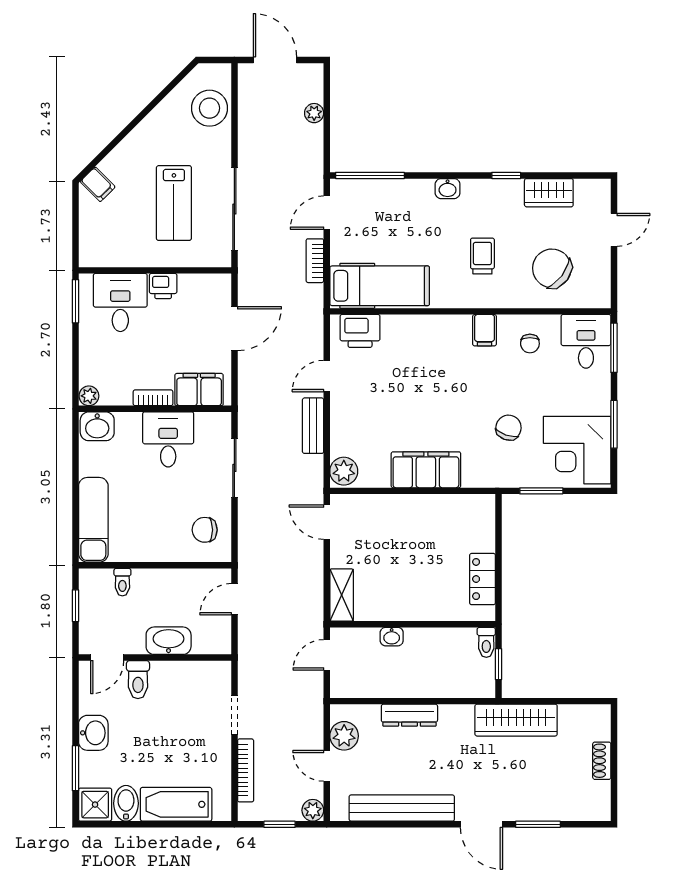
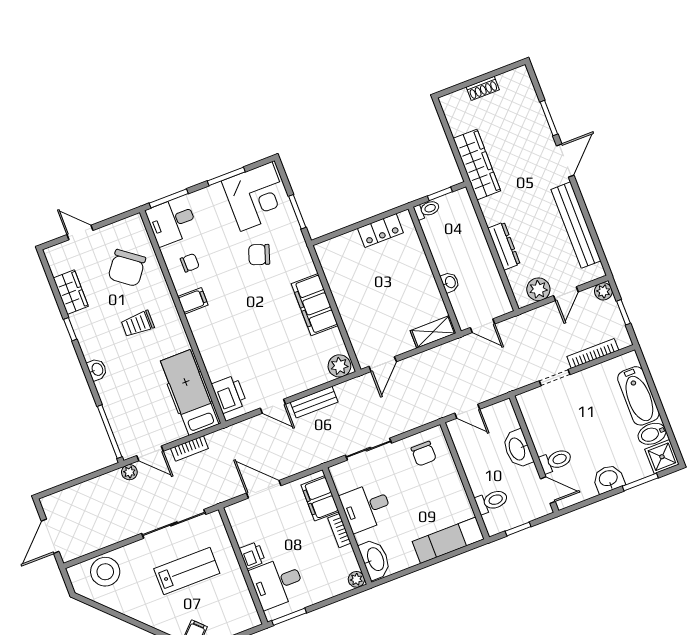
plant: (314, 113) -> (129, 472), moved
washbasin: (97, 426) -> (375, 559), width x1.38
toilet: (122, 582) -> (492, 501), width x1.37, depth x1.39

